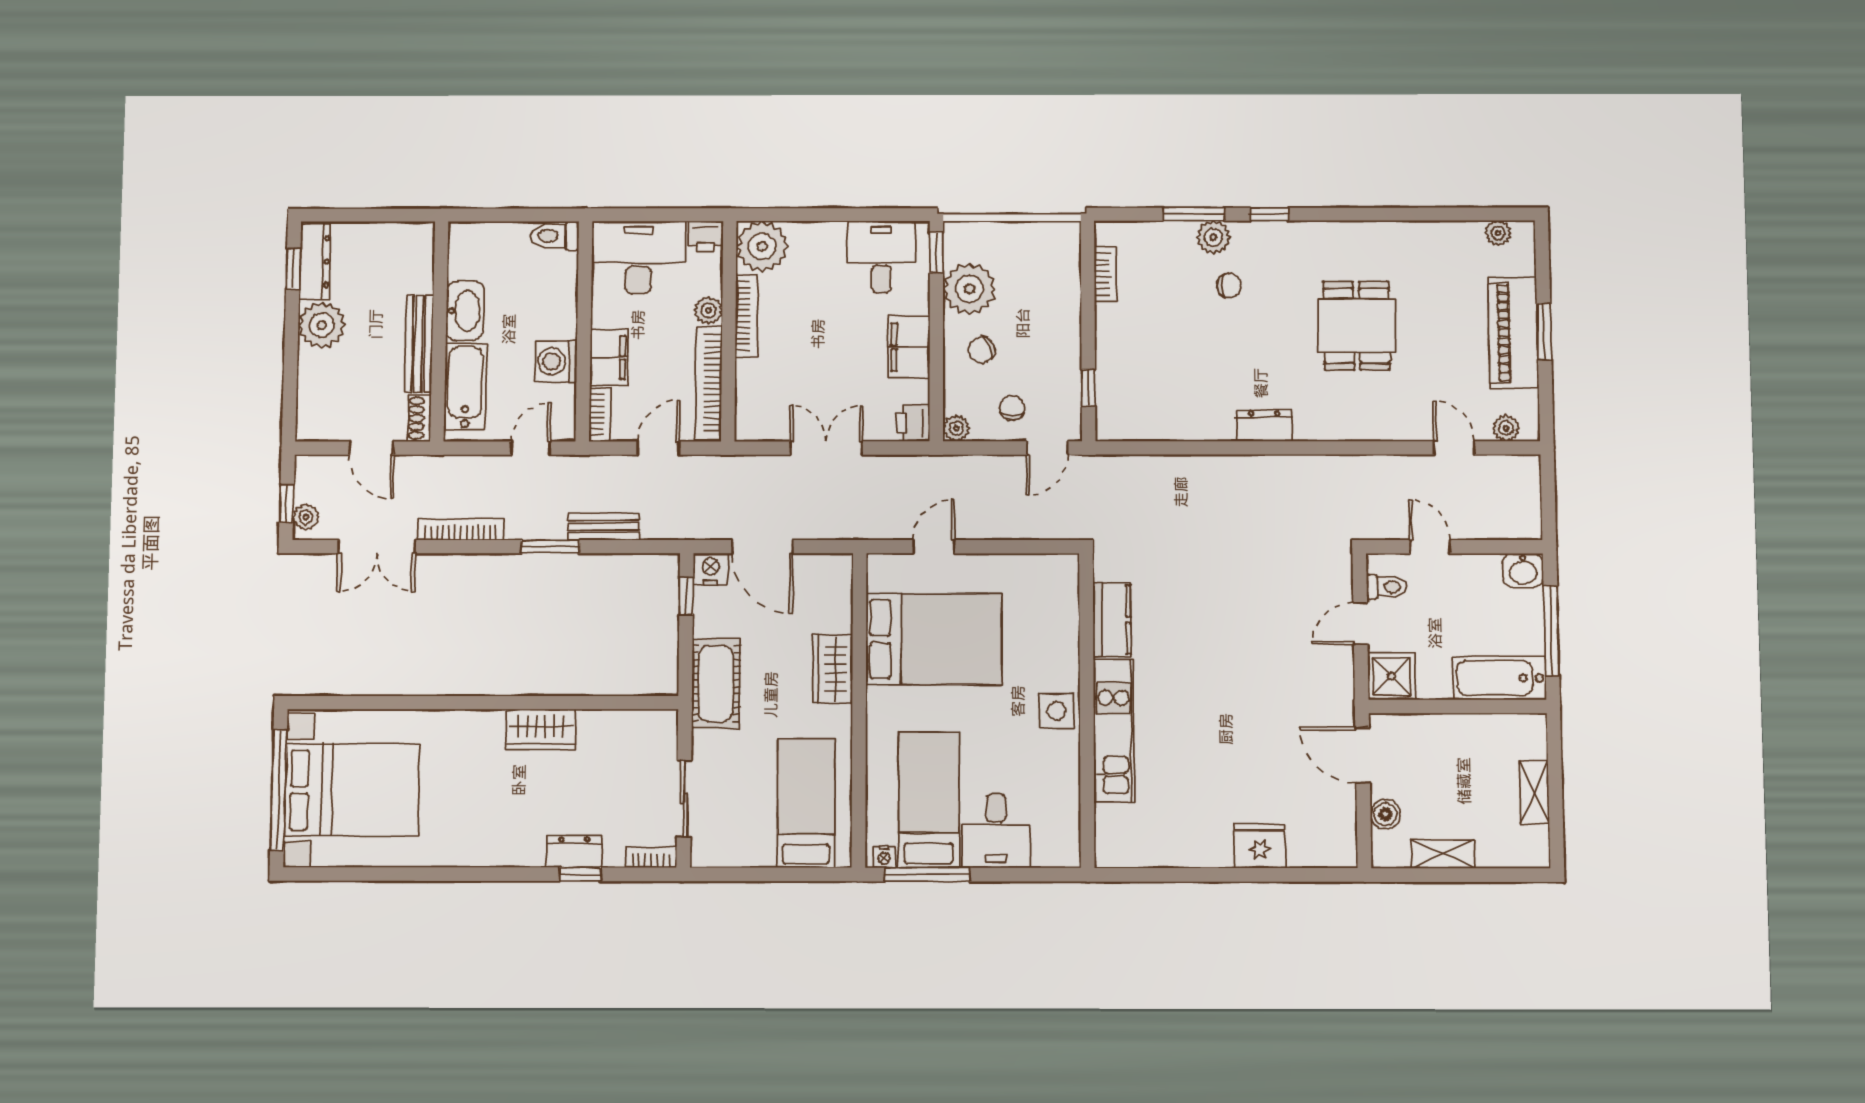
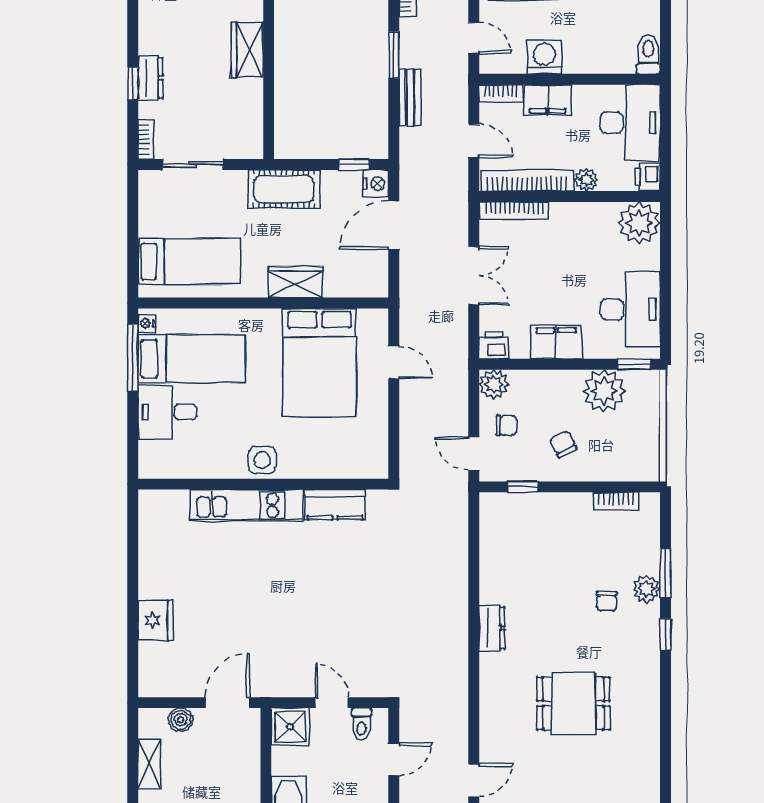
desk: (881, 257) -> (630, 309), width x1.37
bookcase: (746, 316) -> (514, 211), moved
chair: (982, 350) -> (563, 444), moved
plant: (956, 428) -> (494, 384), width x1.38, depth x1.38

